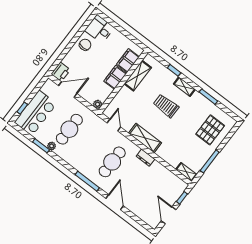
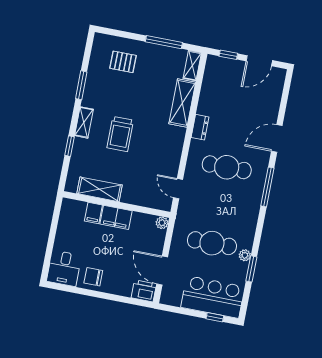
filing cabinet: (128, 61) -> (93, 213), width x0.50
door: (114, 125) -> (178, 189), hinge flipped
pallet: (210, 130) -> (123, 62), width x0.67, depth x0.71
shelving: (145, 138) -> (182, 103), moved

